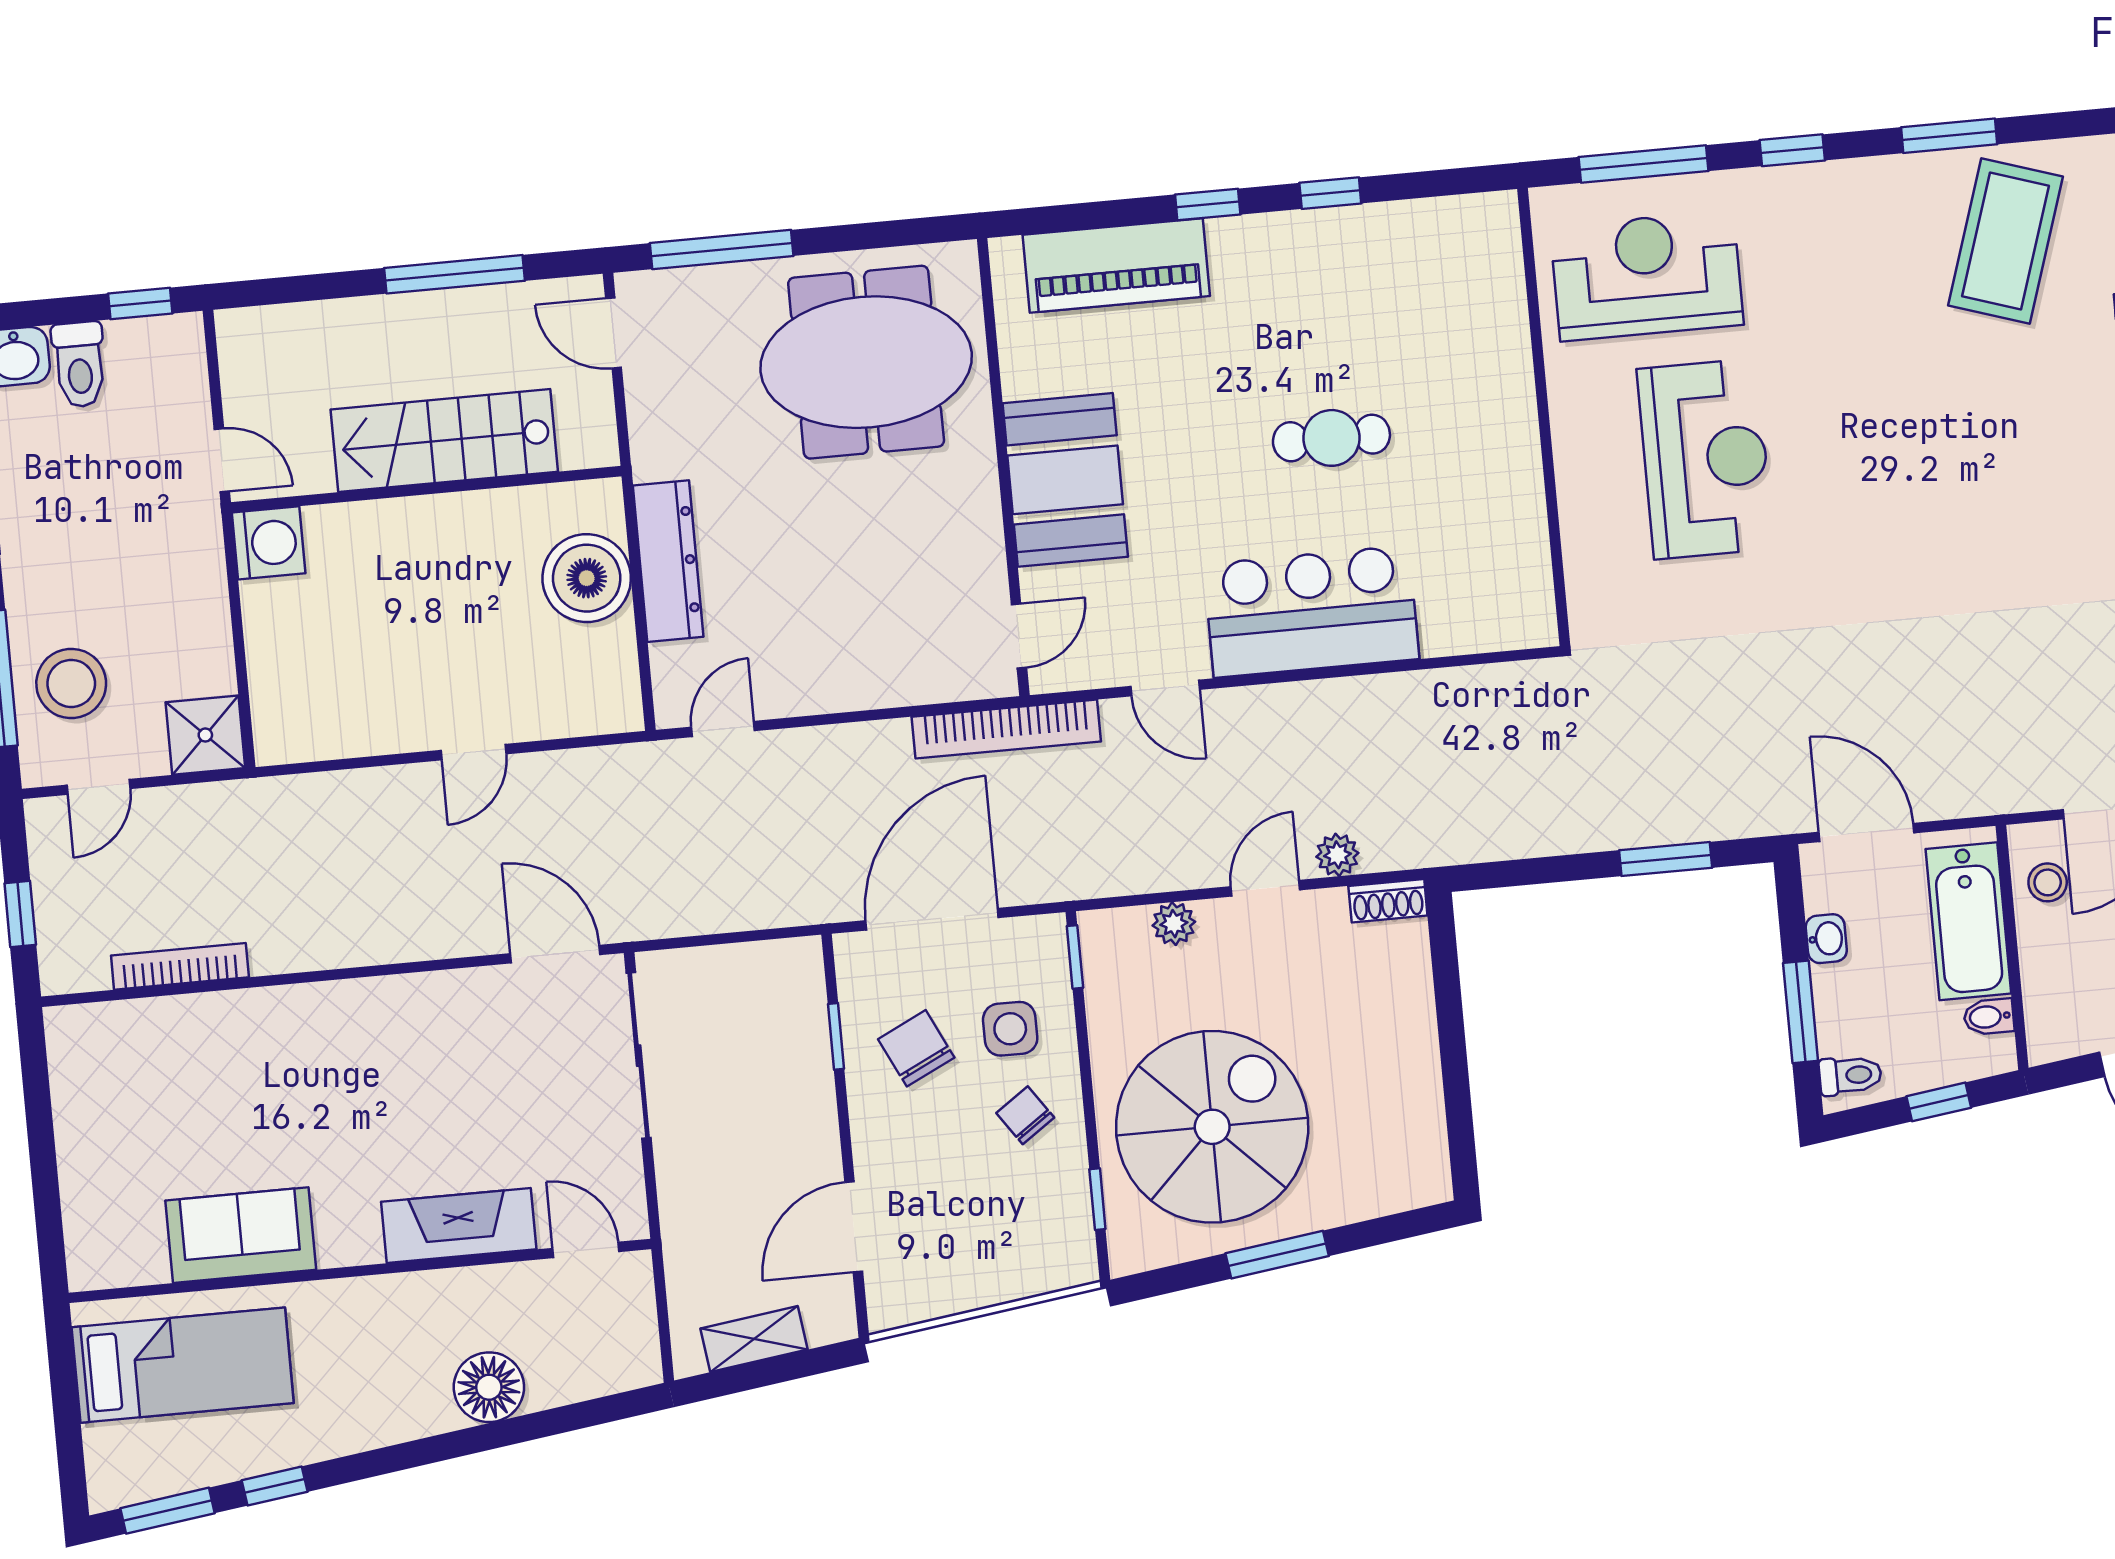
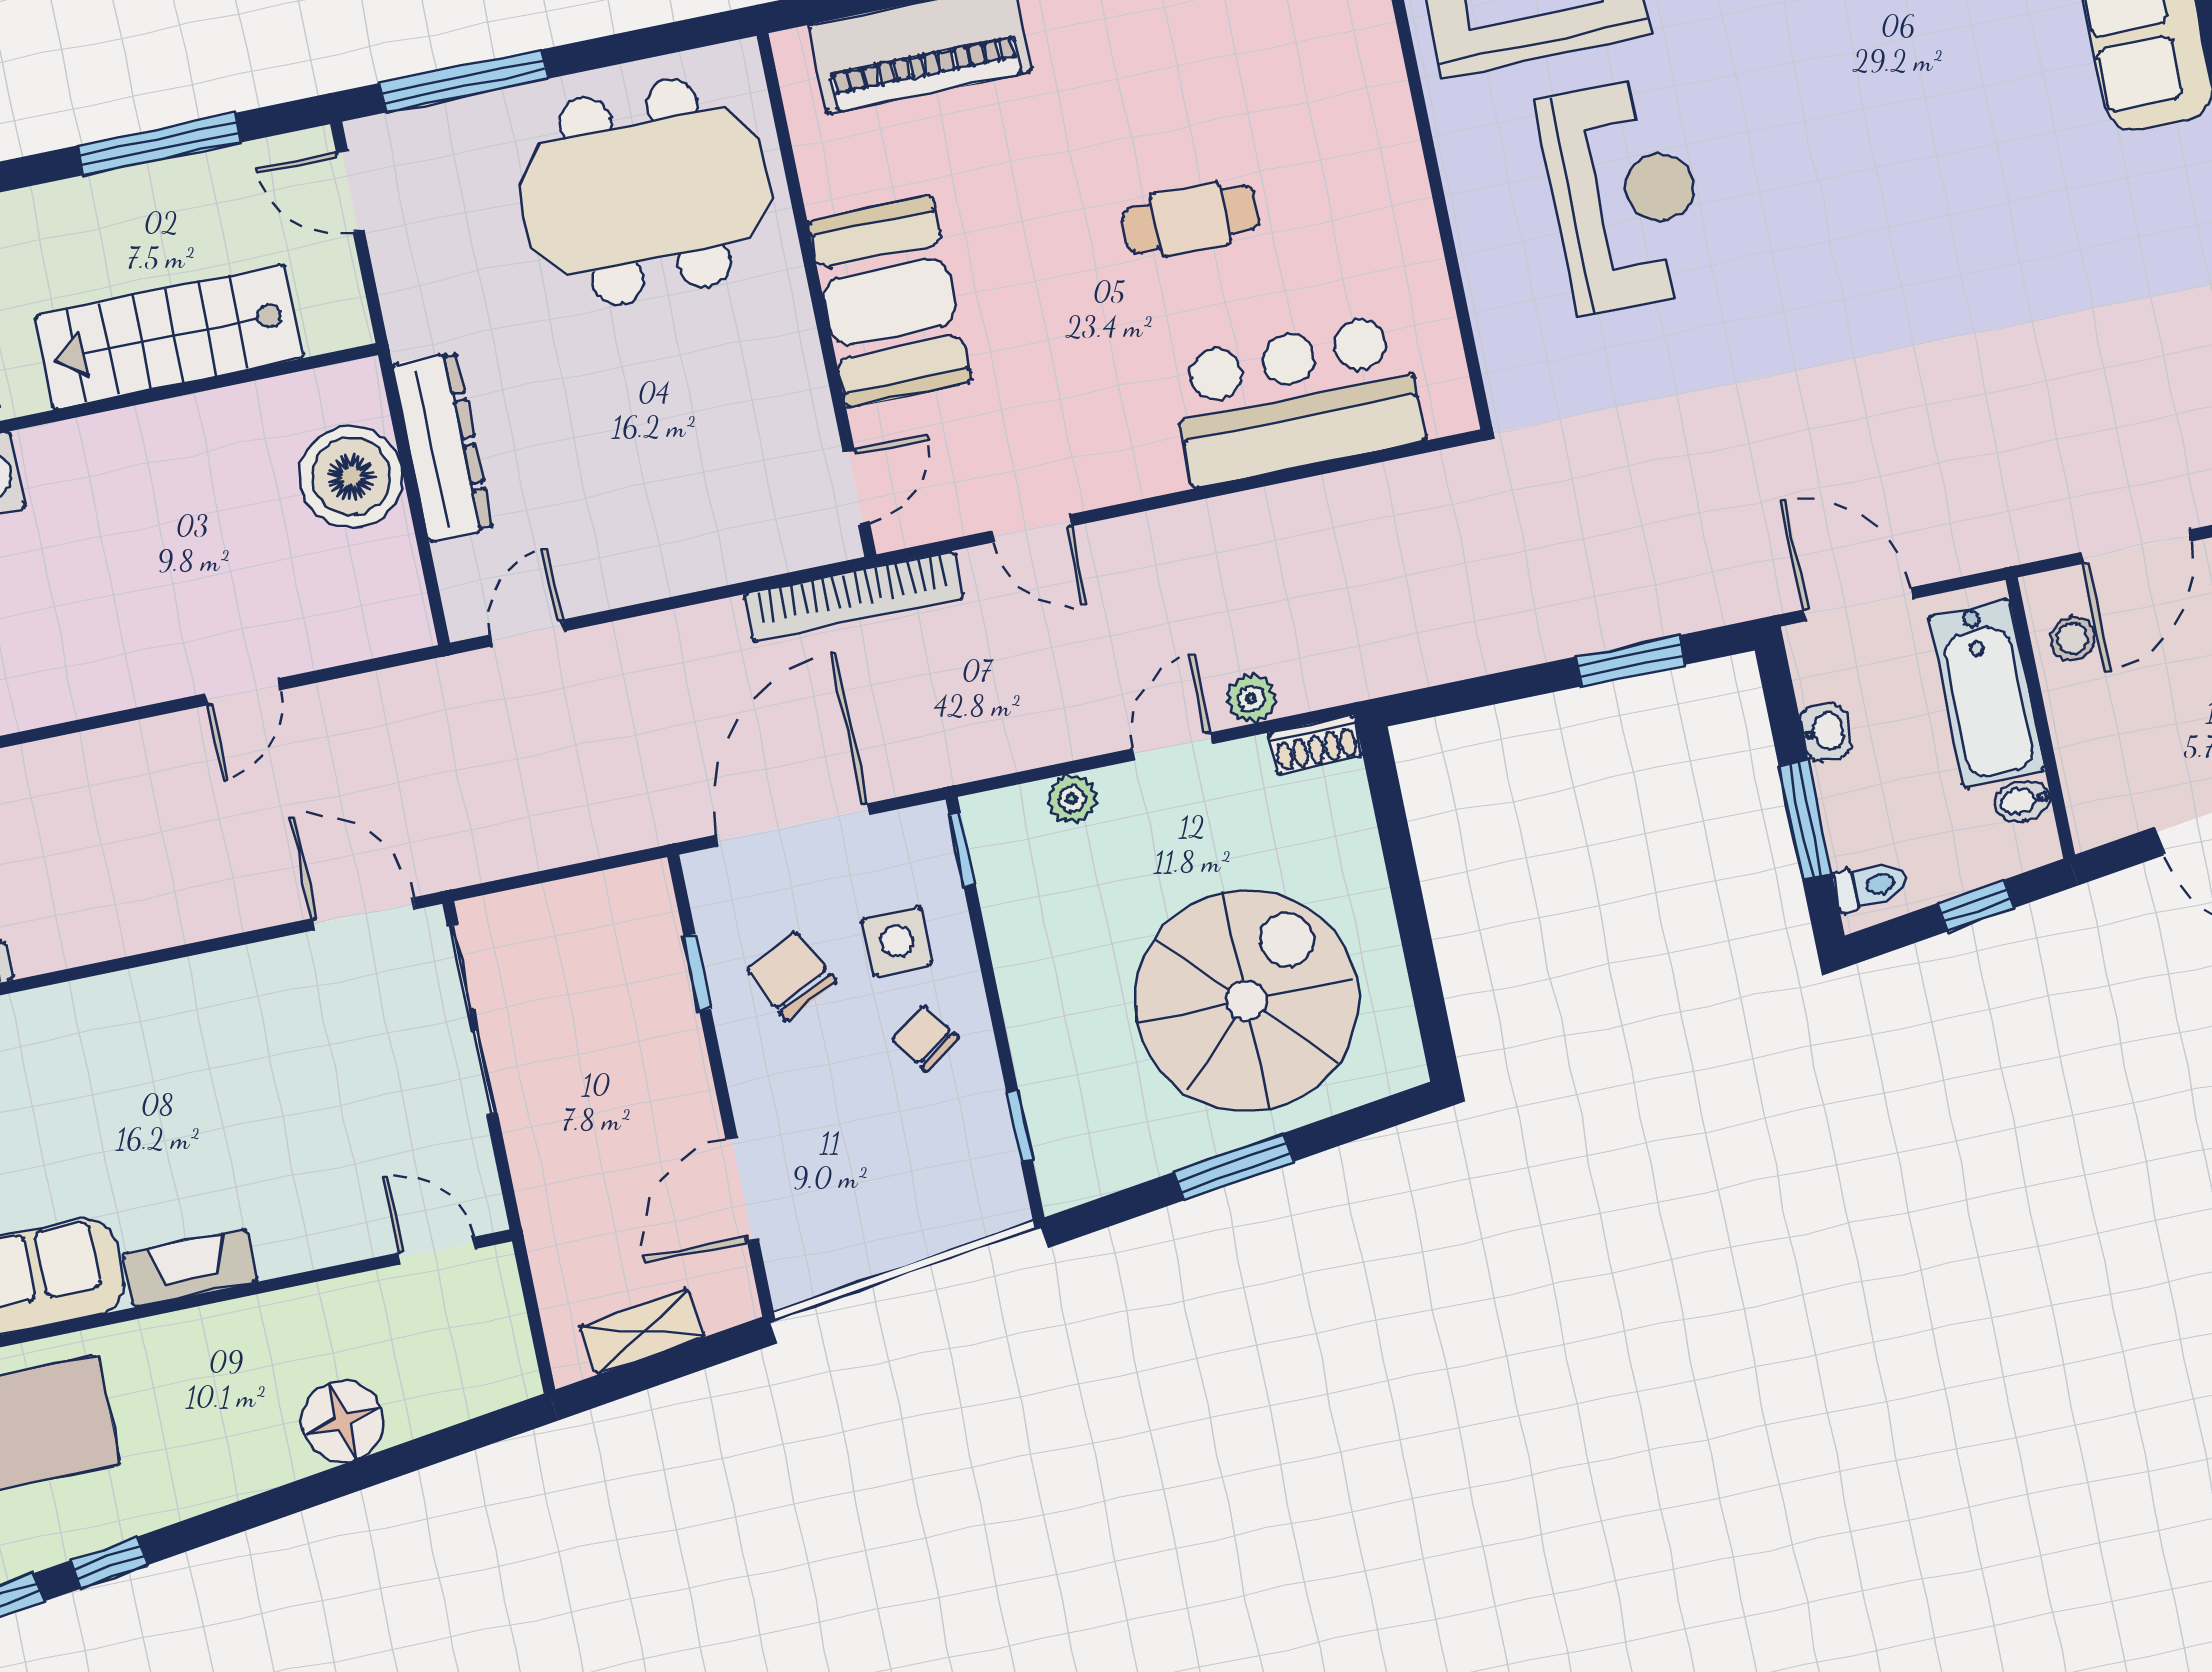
bar counter: (1311, 612) -> (1296, 400), moved
spiral stairs: (1212, 1127) -> (1247, 1000), moved
fireplace: (459, 1226) -> (190, 1268), moved, width x0.73, depth x0.76

